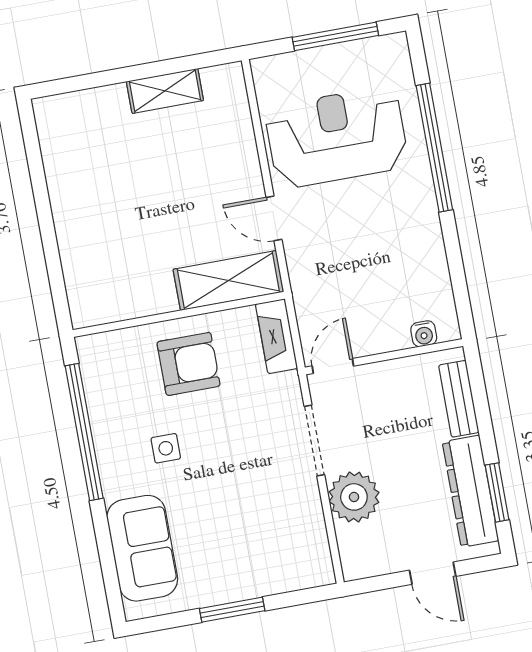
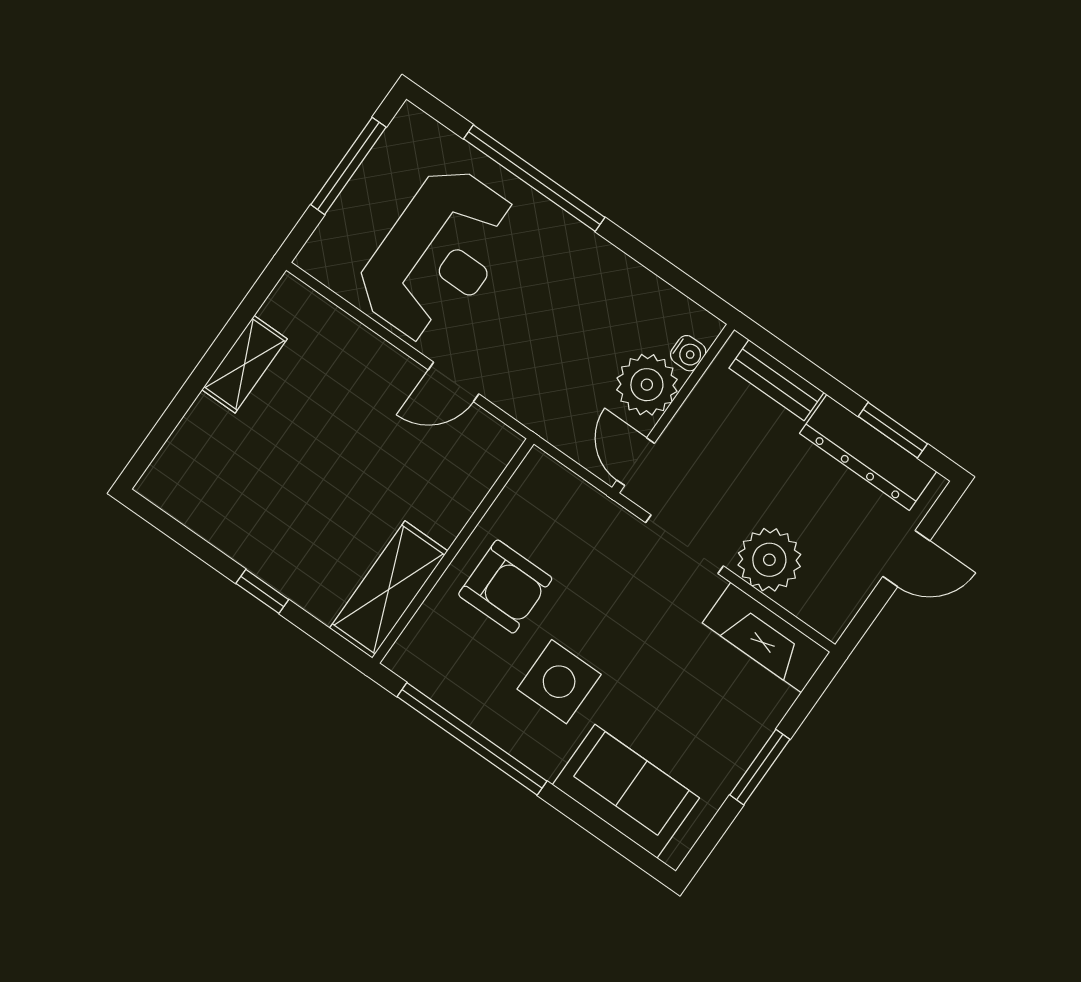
reception desk: (337, 137) -> (438, 255), turned 180
window: (47, 230) -> (262, 591), added
shelving: (228, 281) -> (389, 590), moved
plant: (383, 328) -> (647, 385), added
fireplace: (276, 336) -> (766, 637), moved, width x1.37, depth x1.32
armchair: (189, 364) -> (505, 587), turned 90
side table: (166, 448) -> (559, 682), width x1.87, depth x1.87

